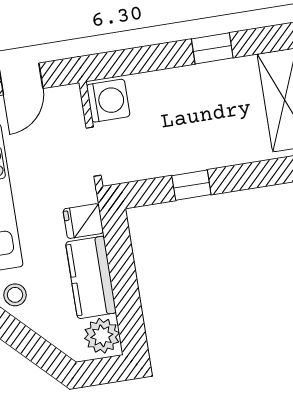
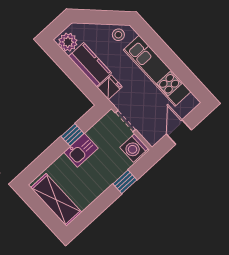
window: (212, 48) -> (125, 182), moved
kitchen sink: (194, 152) -> (81, 150), added

